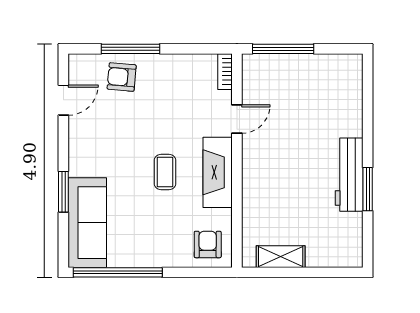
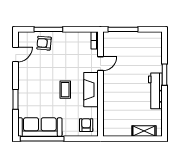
window: (368, 189) -> (164, 75), moved
sofa: (87, 223) -> (40, 127), moved, turned -90
shelving: (281, 257) -> (144, 131), moved

